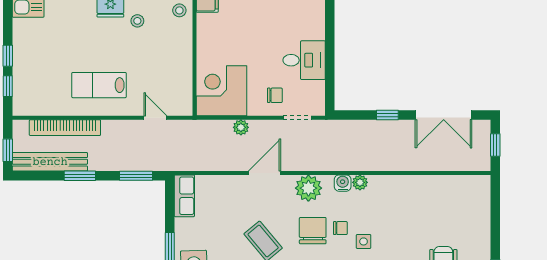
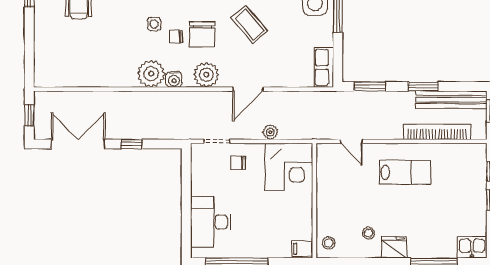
desk: (304, 60) -> (210, 222), moved, width x1.37
plant: (360, 182) -> (151, 74), width x1.88, depth x1.88

